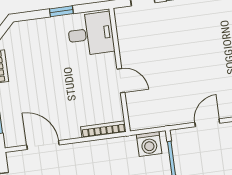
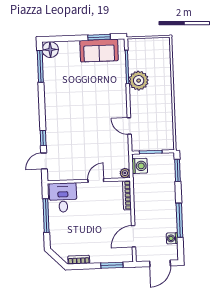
window: (61, 11) -> (46, 216), width x2.17
plant: (136, 123) -> (125, 173), added

